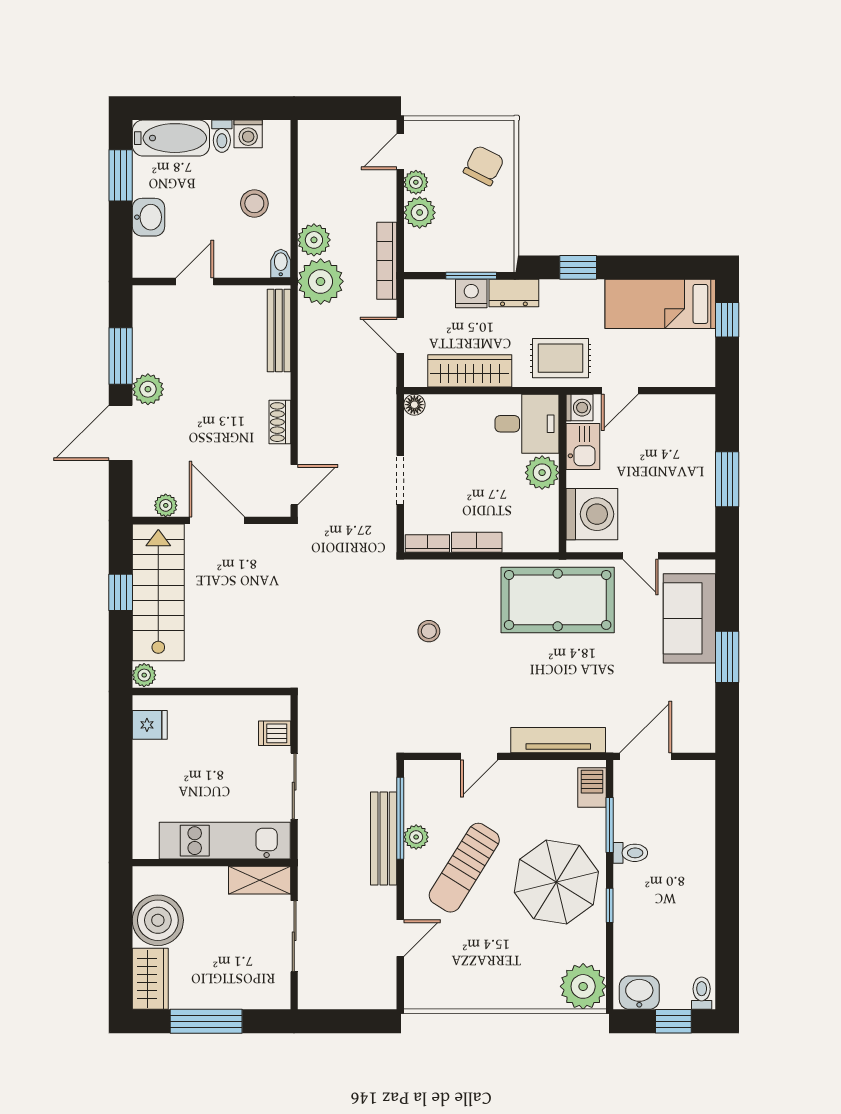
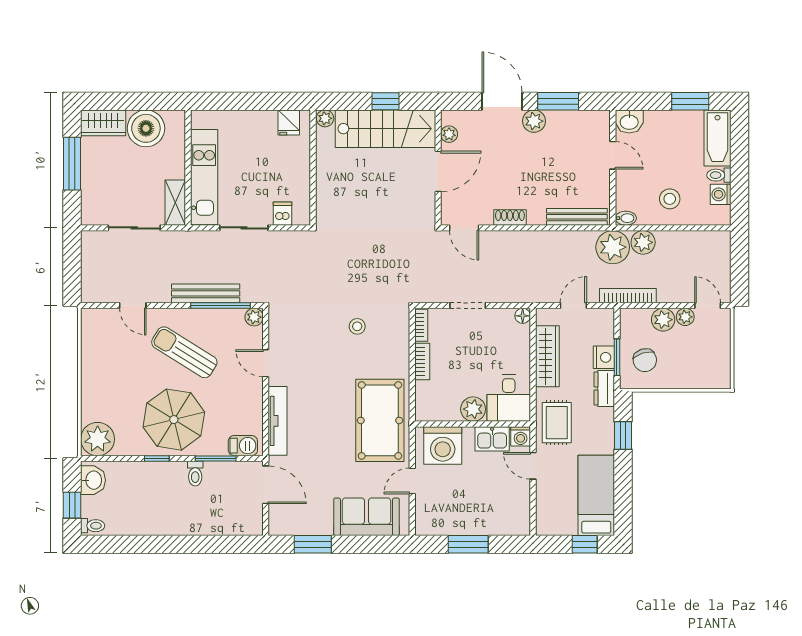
chair: (484, 165) -> (645, 360), moved, turned 46
washbasin: (148, 217) -> (629, 121), moved
window: (727, 657) -> (313, 544), moved
plant: (416, 837) -> (254, 317), moved

